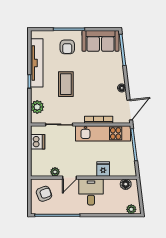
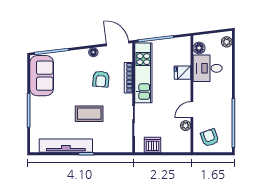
armchair: (67, 47) -> (101, 79), moved, turned 95
plant: (37, 107) -> (114, 145), removed
door: (69, 178) -> (192, 110), swing flipped
desk: (91, 192) -> (208, 68), moved

